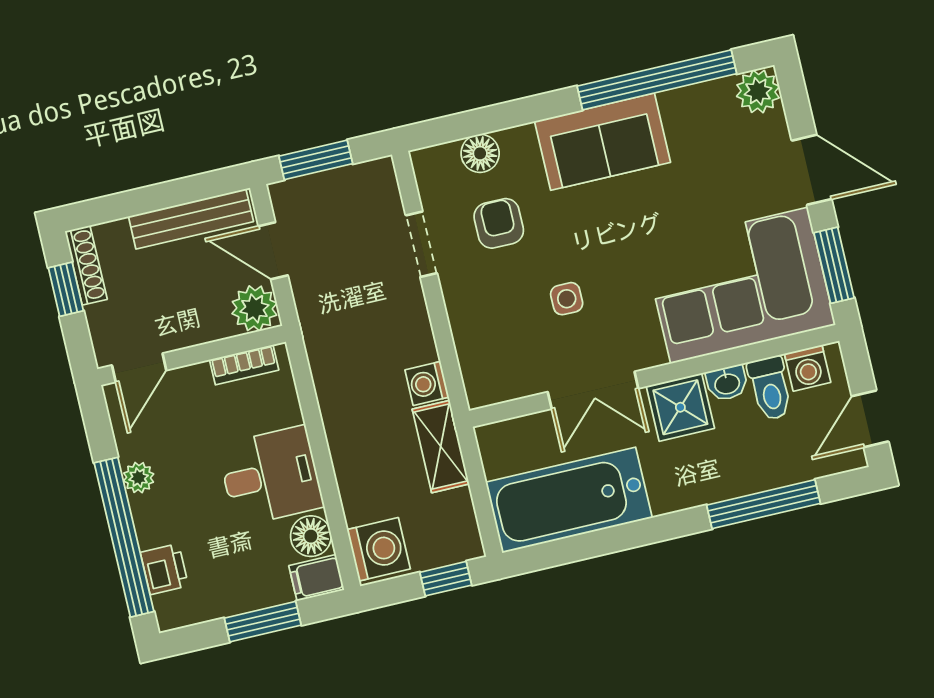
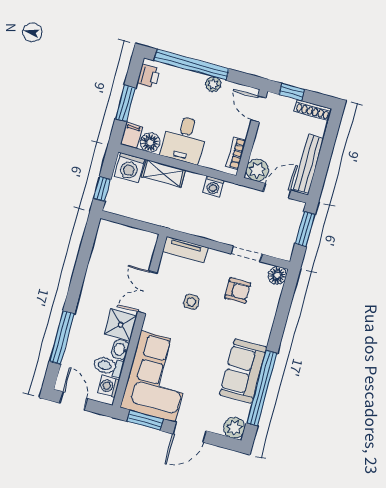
sofa: (602, 142) -> (243, 371), moved
floor lamp: (480, 153) -> (277, 275), moved
window: (66, 289) -> (292, 92), moved
tv unit: (475, 363) -> (185, 250), added
washing machine: (427, 383) -> (213, 186), moved, turned 180
shelving: (441, 447) -> (163, 173), moved
bathtub: (569, 500) -> (107, 258), removed
printer: (164, 569) -> (148, 76), moved, turned -90

